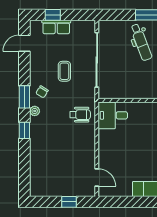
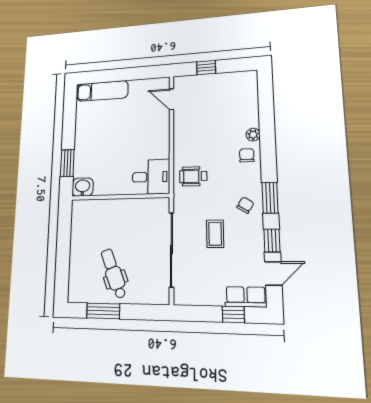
row of seats: (56, 27) -> (246, 297), moved
plant: (35, 111) -> (253, 135), moved
chair: (40, 129) -> (247, 155), added
window: (24, 130) -> (272, 241), moved

